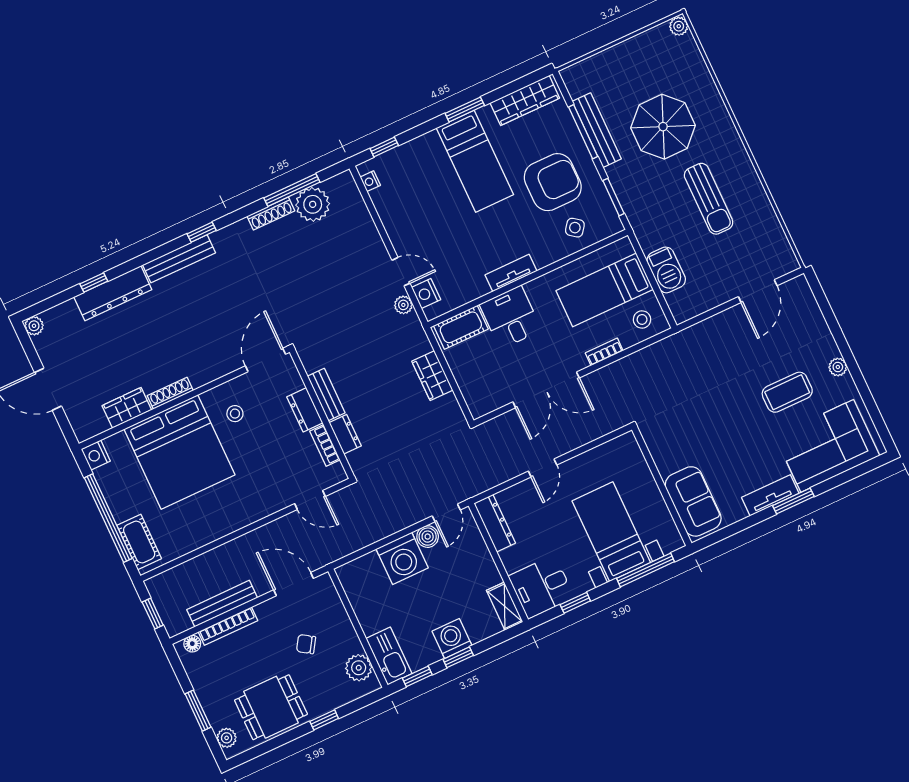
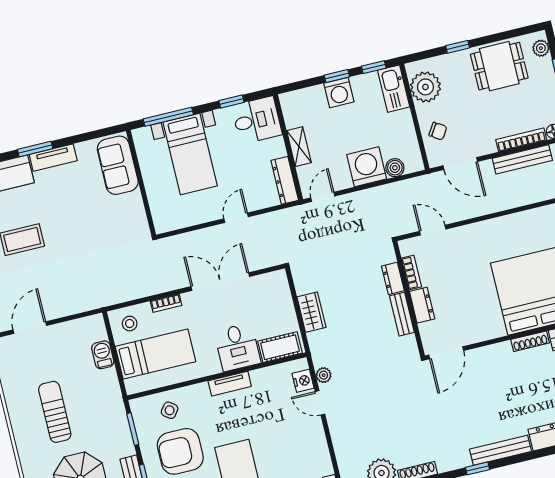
barbecue: (666, 270) -> (103, 355), width x0.73, depth x0.79
stool: (235, 414) -> (480, 314), removed
boiler: (428, 537) -> (395, 168), moved
shelving: (505, 606) -> (299, 147), moved
chair: (306, 644) -> (438, 131), moved
plant: (359, 668) -> (425, 87), width x1.36, depth x1.36

